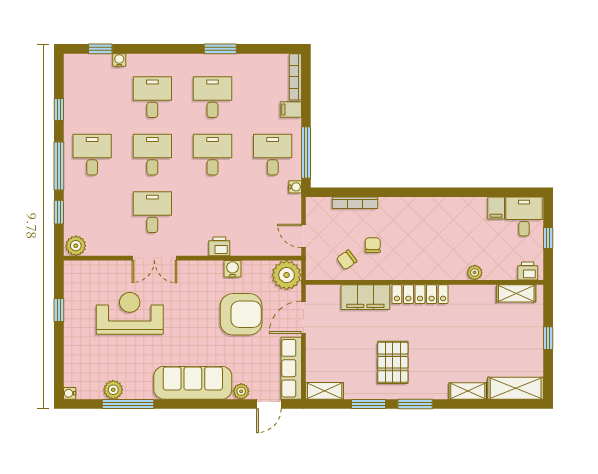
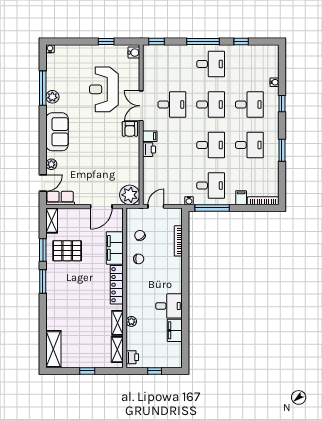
window: (100, 49) -> (282, 104), moved
filing cabinet: (496, 208) -> (175, 330), width x2.00
window: (59, 212) -> (156, 42), moved
desk: (524, 217) -> (169, 306), moved
filing cabinet: (199, 245) -> (150, 136), added
chair: (373, 245) -> (139, 259), moved
plant: (76, 246) -> (149, 53), removed
water cooler: (233, 269) -> (134, 53), moved
reception desk: (130, 313) -> (104, 89), turned 180
armchair: (241, 314) -> (130, 129), moved, width x0.53, depth x0.53
door: (304, 317) -> (101, 206), swing flipped
pallet: (393, 362) -> (67, 251), moved
row of seats: (291, 368) -> (60, 198), width x0.68
sofa: (193, 383) -> (57, 132), width x0.73
plant: (113, 390) -> (52, 97), moved
shelving: (468, 391) -> (118, 323), moved
door: (269, 404) -> (43, 183), swing flipped

